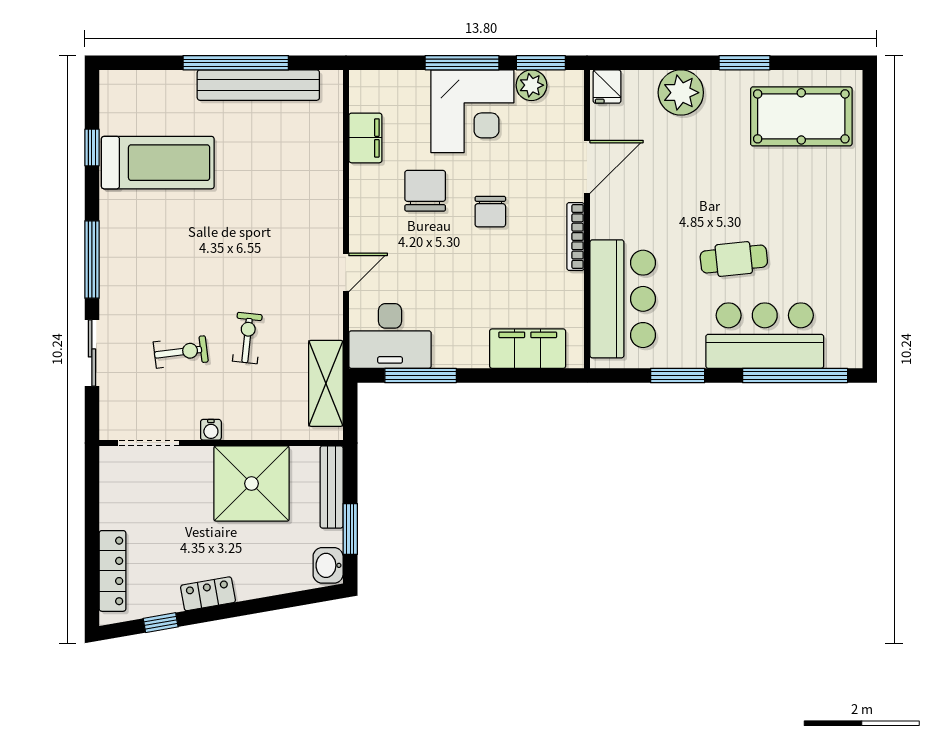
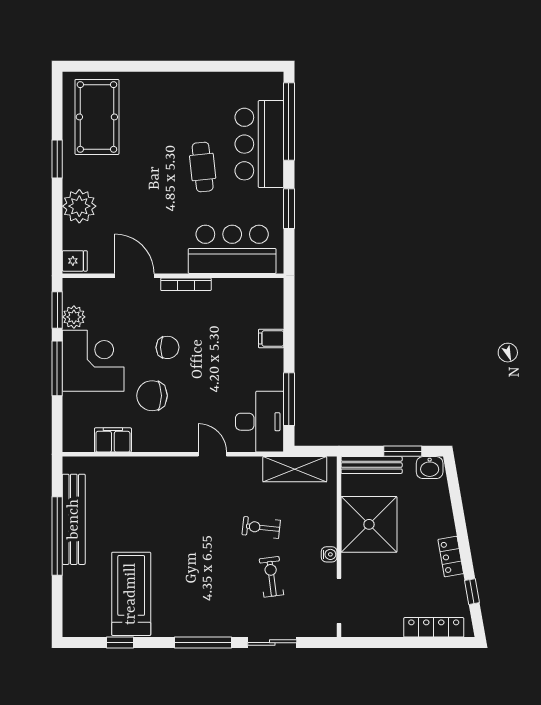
filing cabinet: (528, 349) -> (271, 338), width x0.33, depth x0.86

